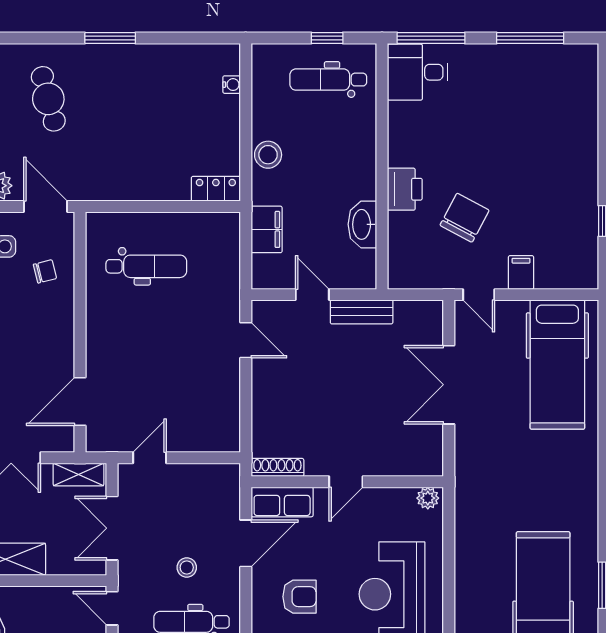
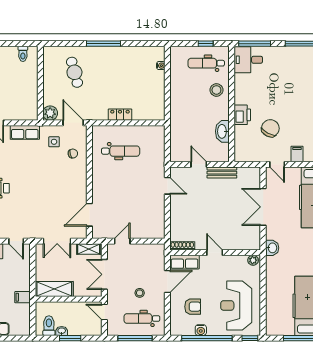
window: (110, 38) -> (104, 44), width x1.44
stool: (268, 155) -> (216, 90), moved
locker: (216, 189) -> (120, 115), moved
filing cabinet: (267, 229) -> (177, 134), removed
washbasin: (468, 472) -> (272, 248), added
door: (346, 482) -> (215, 253), swing flipped

